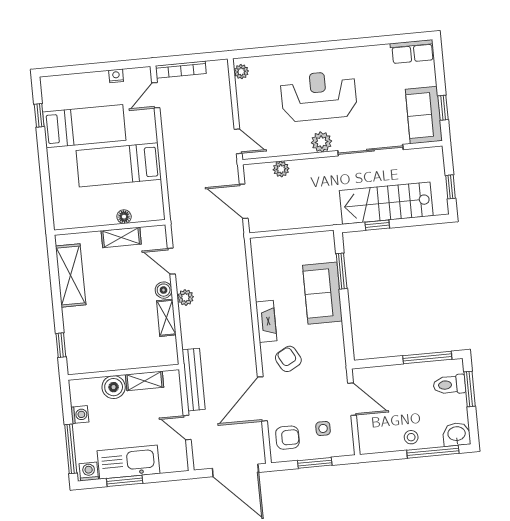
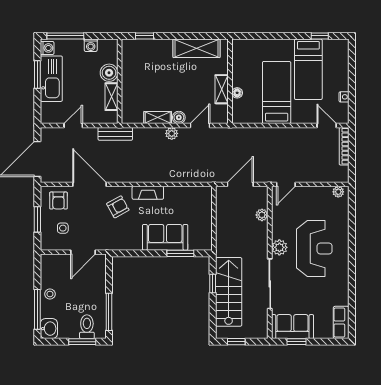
bench: (194, 380) -> (115, 134), width x0.73

